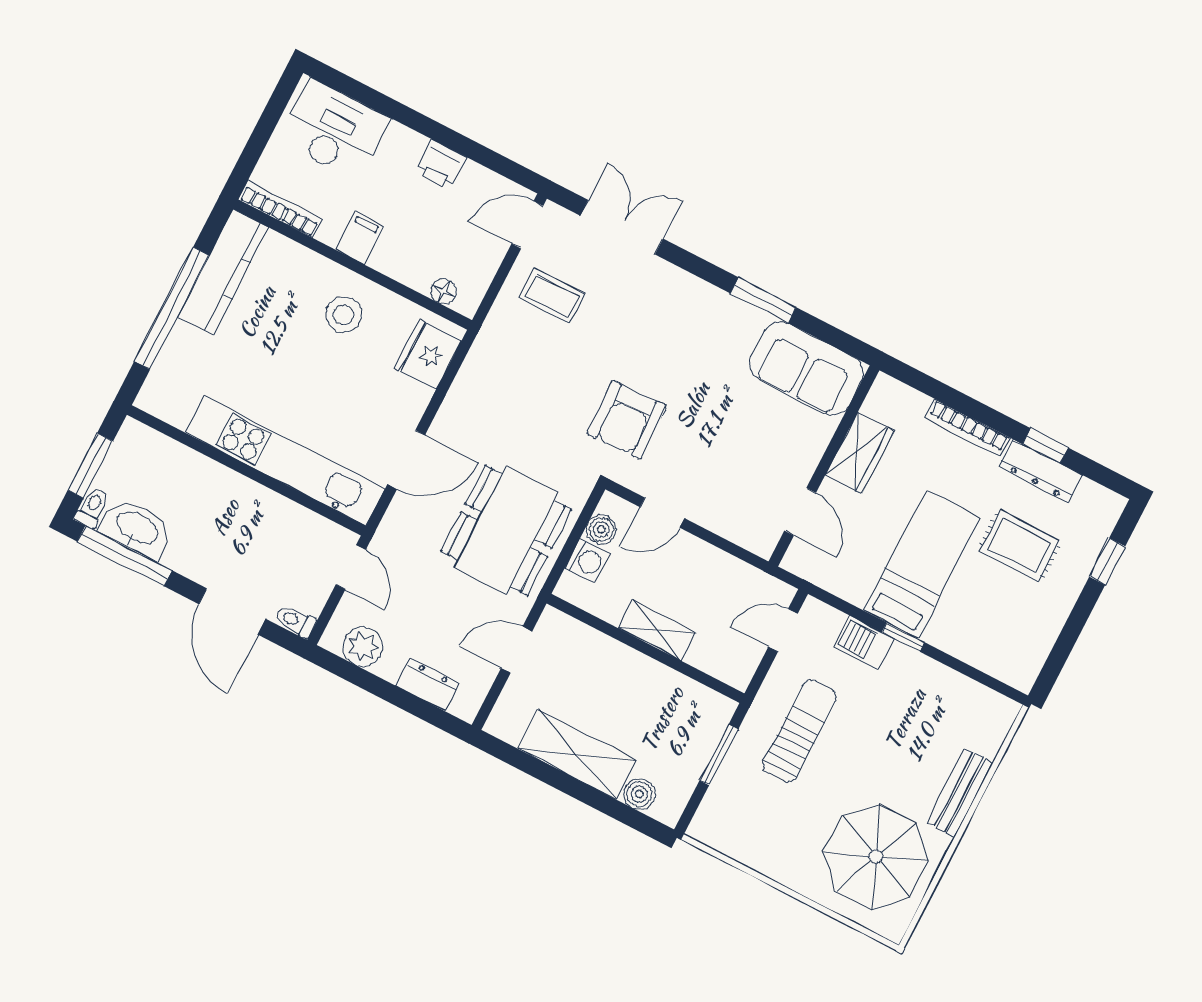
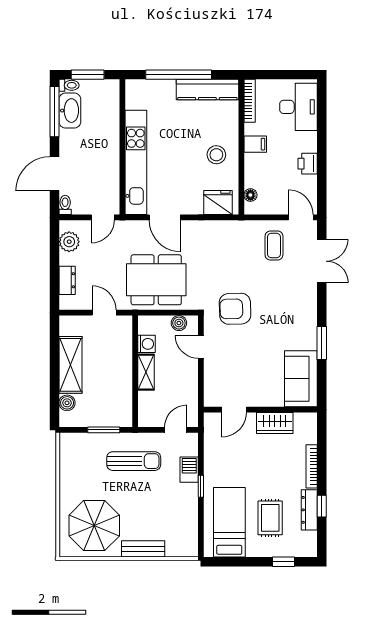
washing machine: (587, 561) -> (146, 344), moved, turned -90
bed: (922, 564) -> (229, 522), moved, turned -90
door: (783, 630) -> (176, 430), hinge flipped

